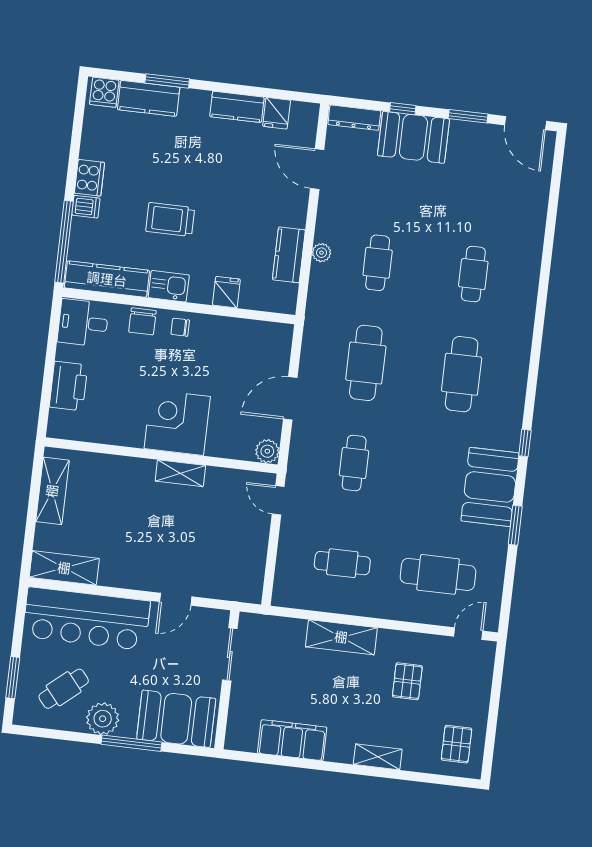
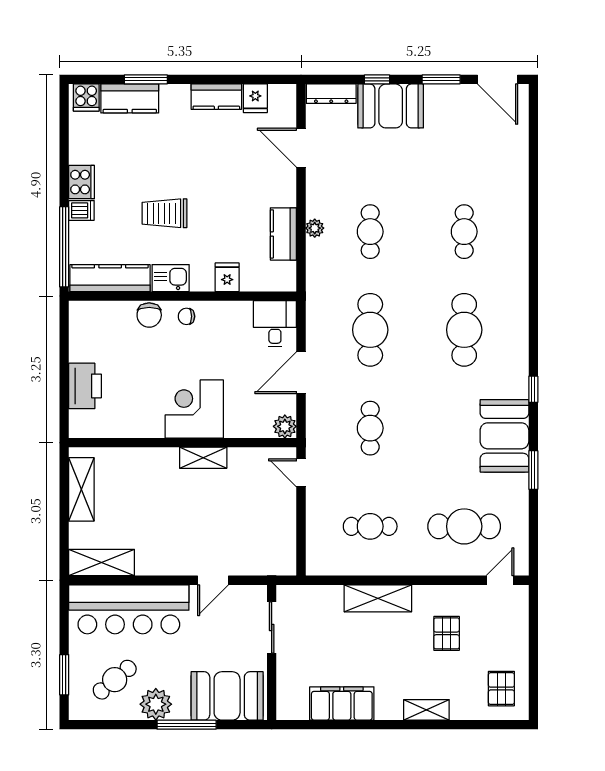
desk: (83, 323) -> (275, 324), moved, turned 90

